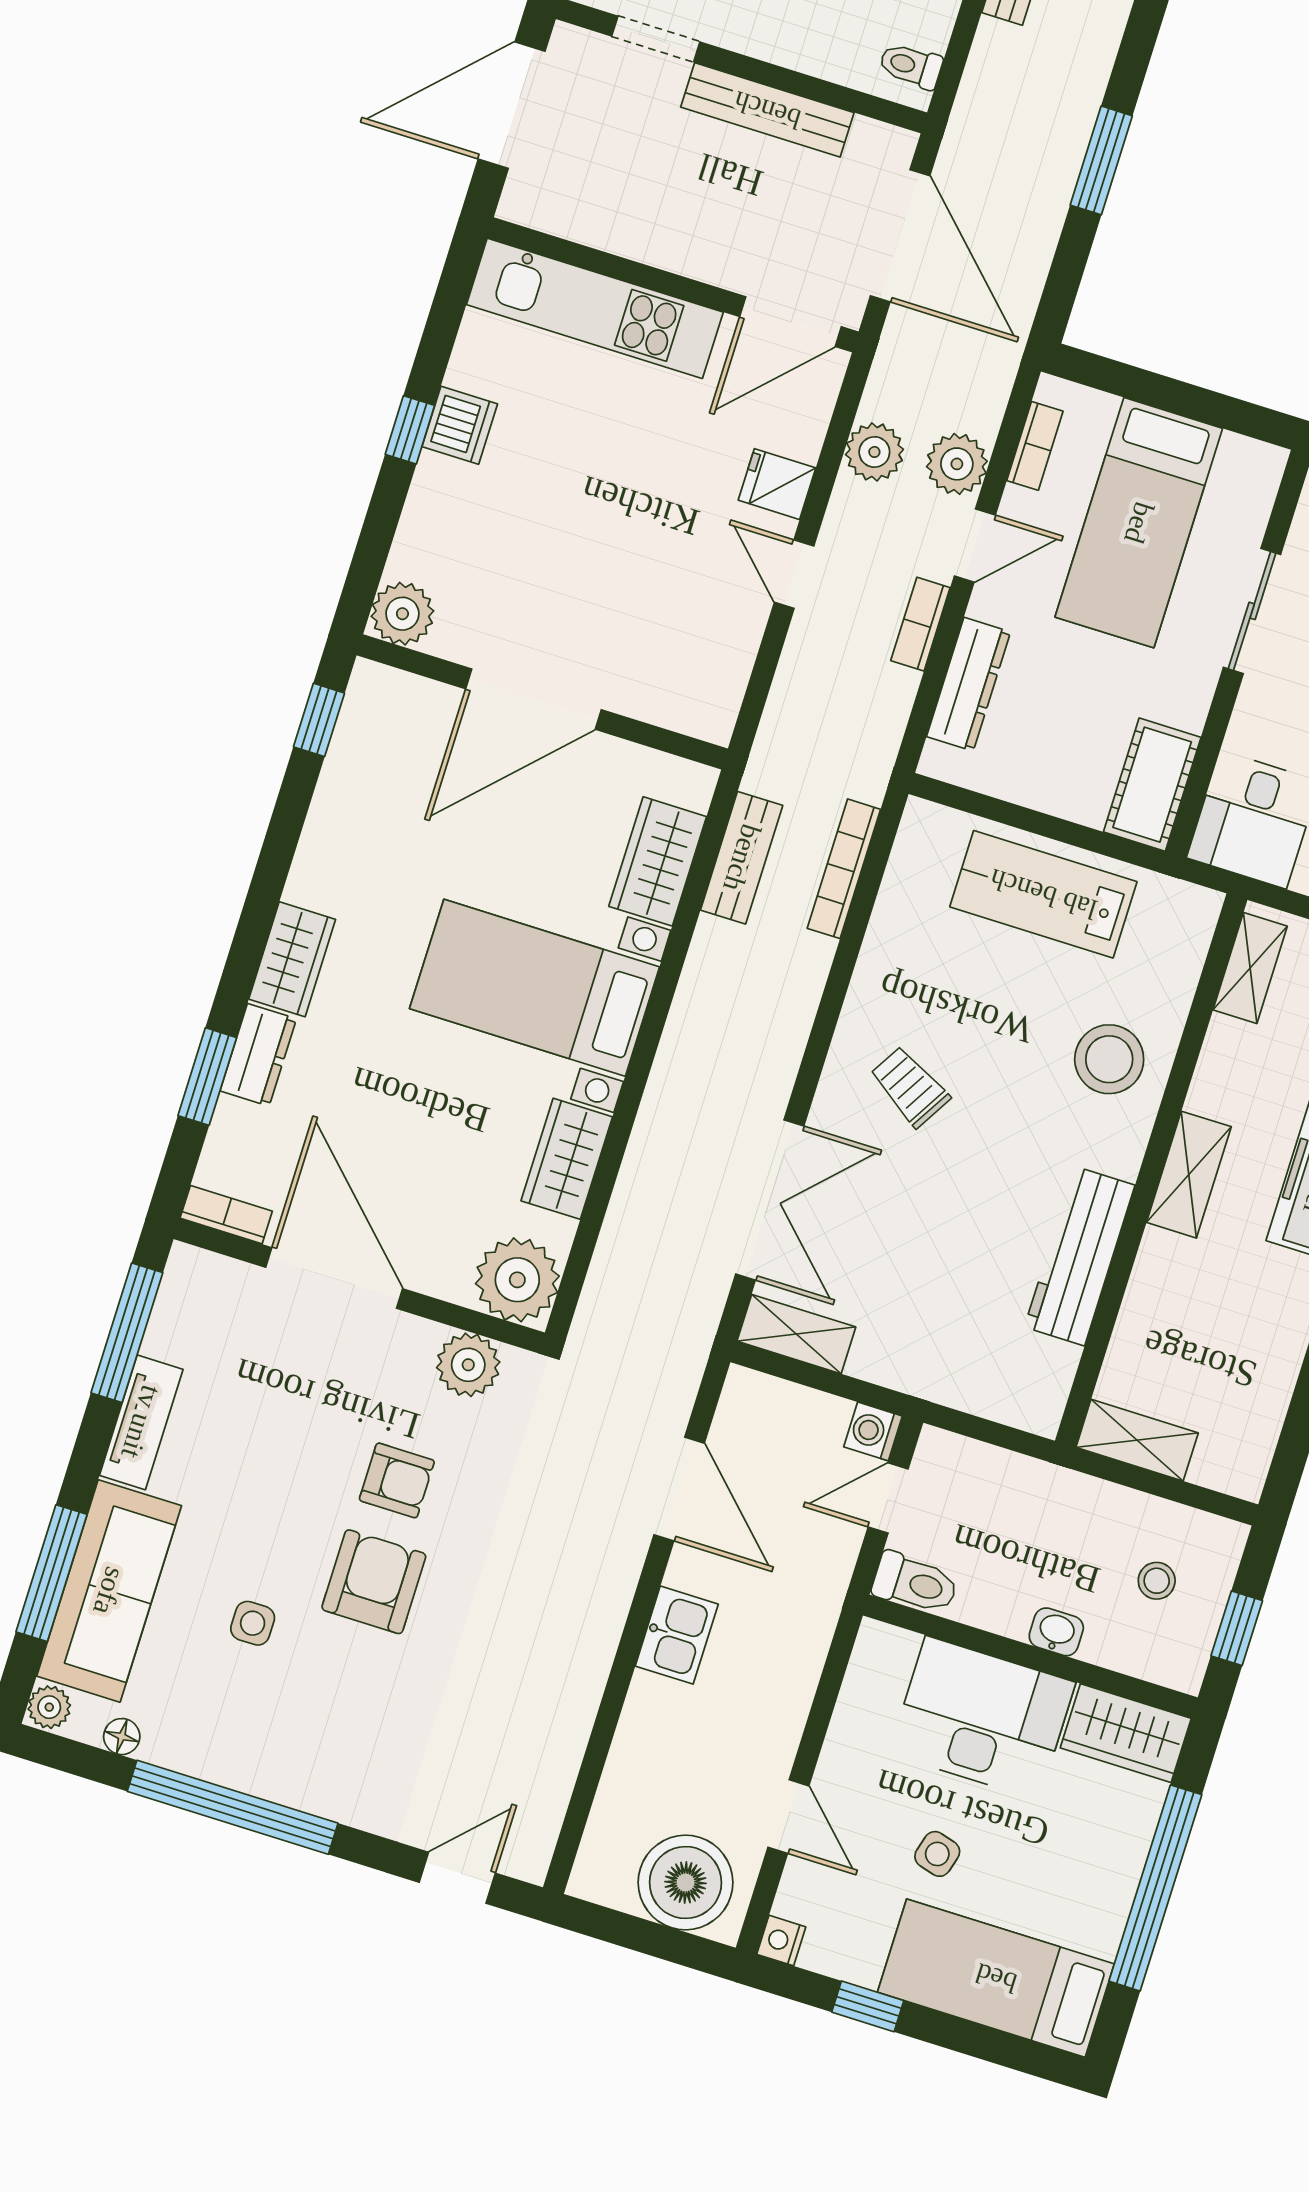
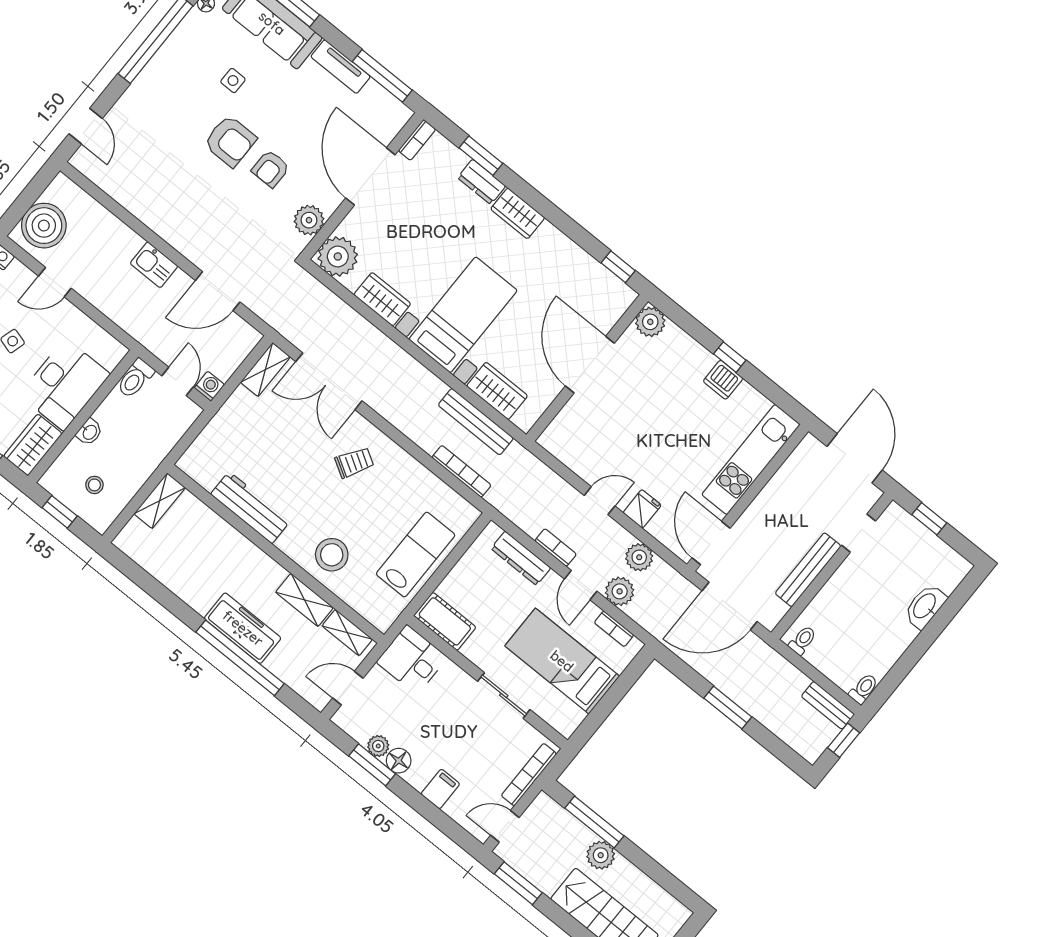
bench: (742, 858) -> (476, 422), width x1.36
shelving: (1189, 1175) -> (304, 600), moved
door: (334, 1278) -> (370, 176), swing flipped

